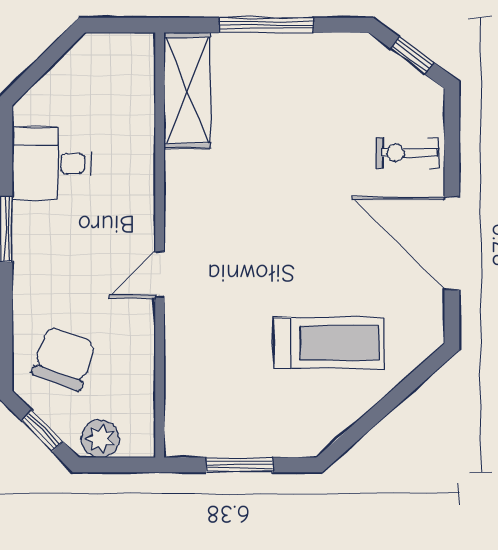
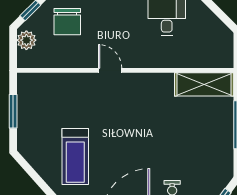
chair: (64, 359) -> (67, 22), turned 71

